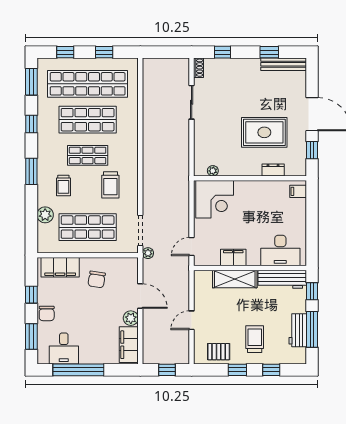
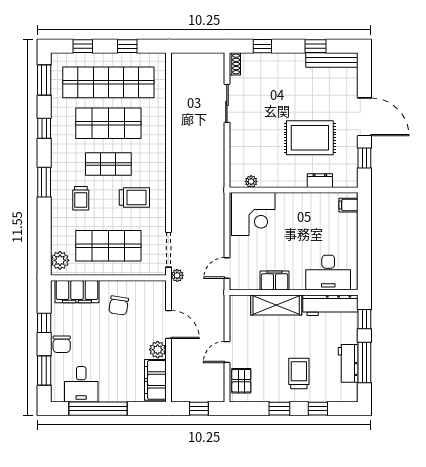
trolley: (110, 185) -> (134, 197), turned -90
plant: (45, 215) -> (60, 260), moved
pallet: (219, 352) -> (241, 381), moved, turned 90

